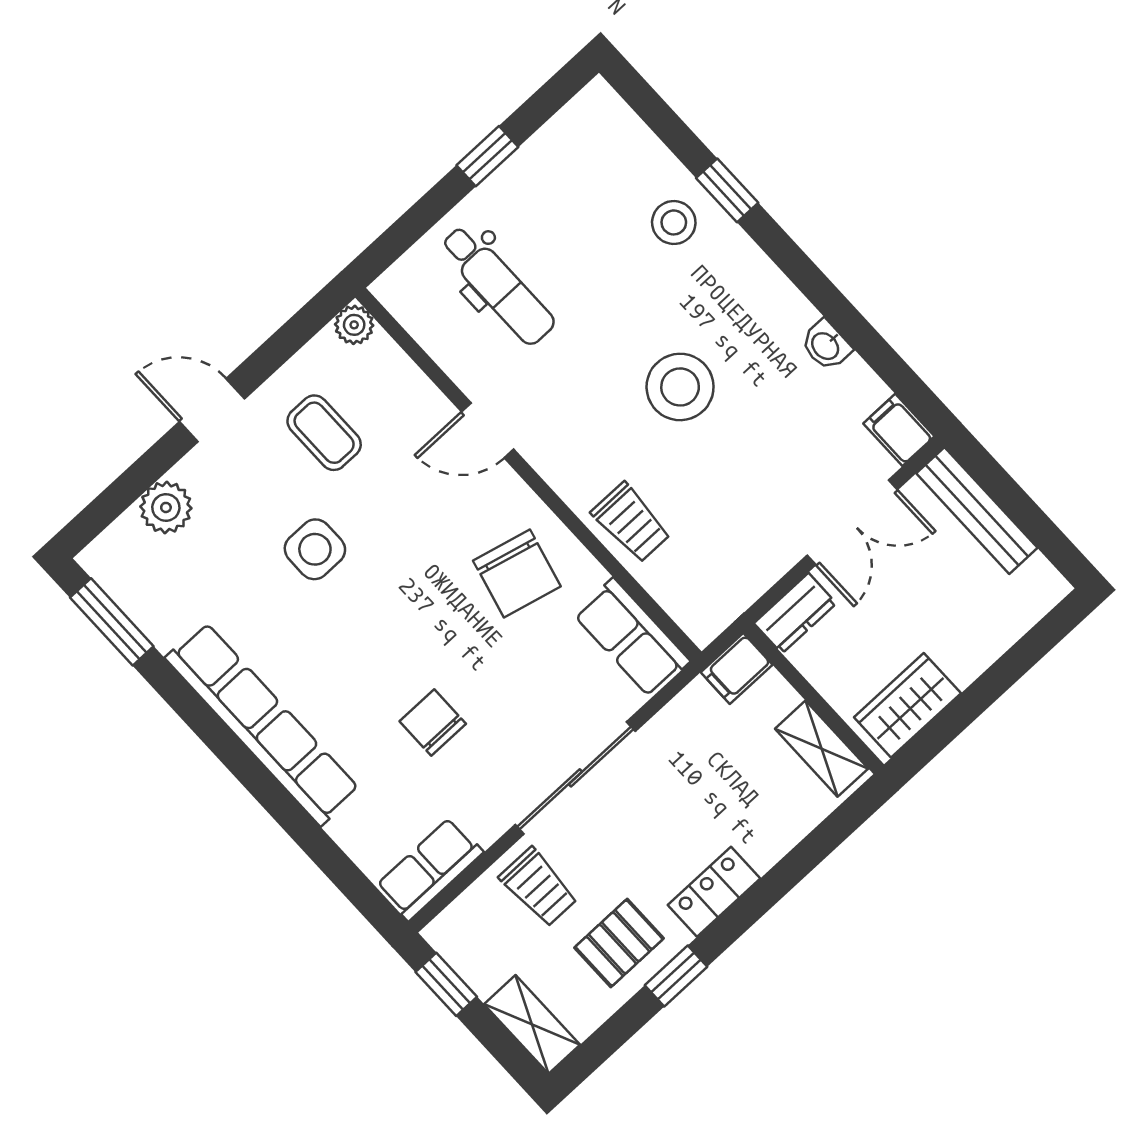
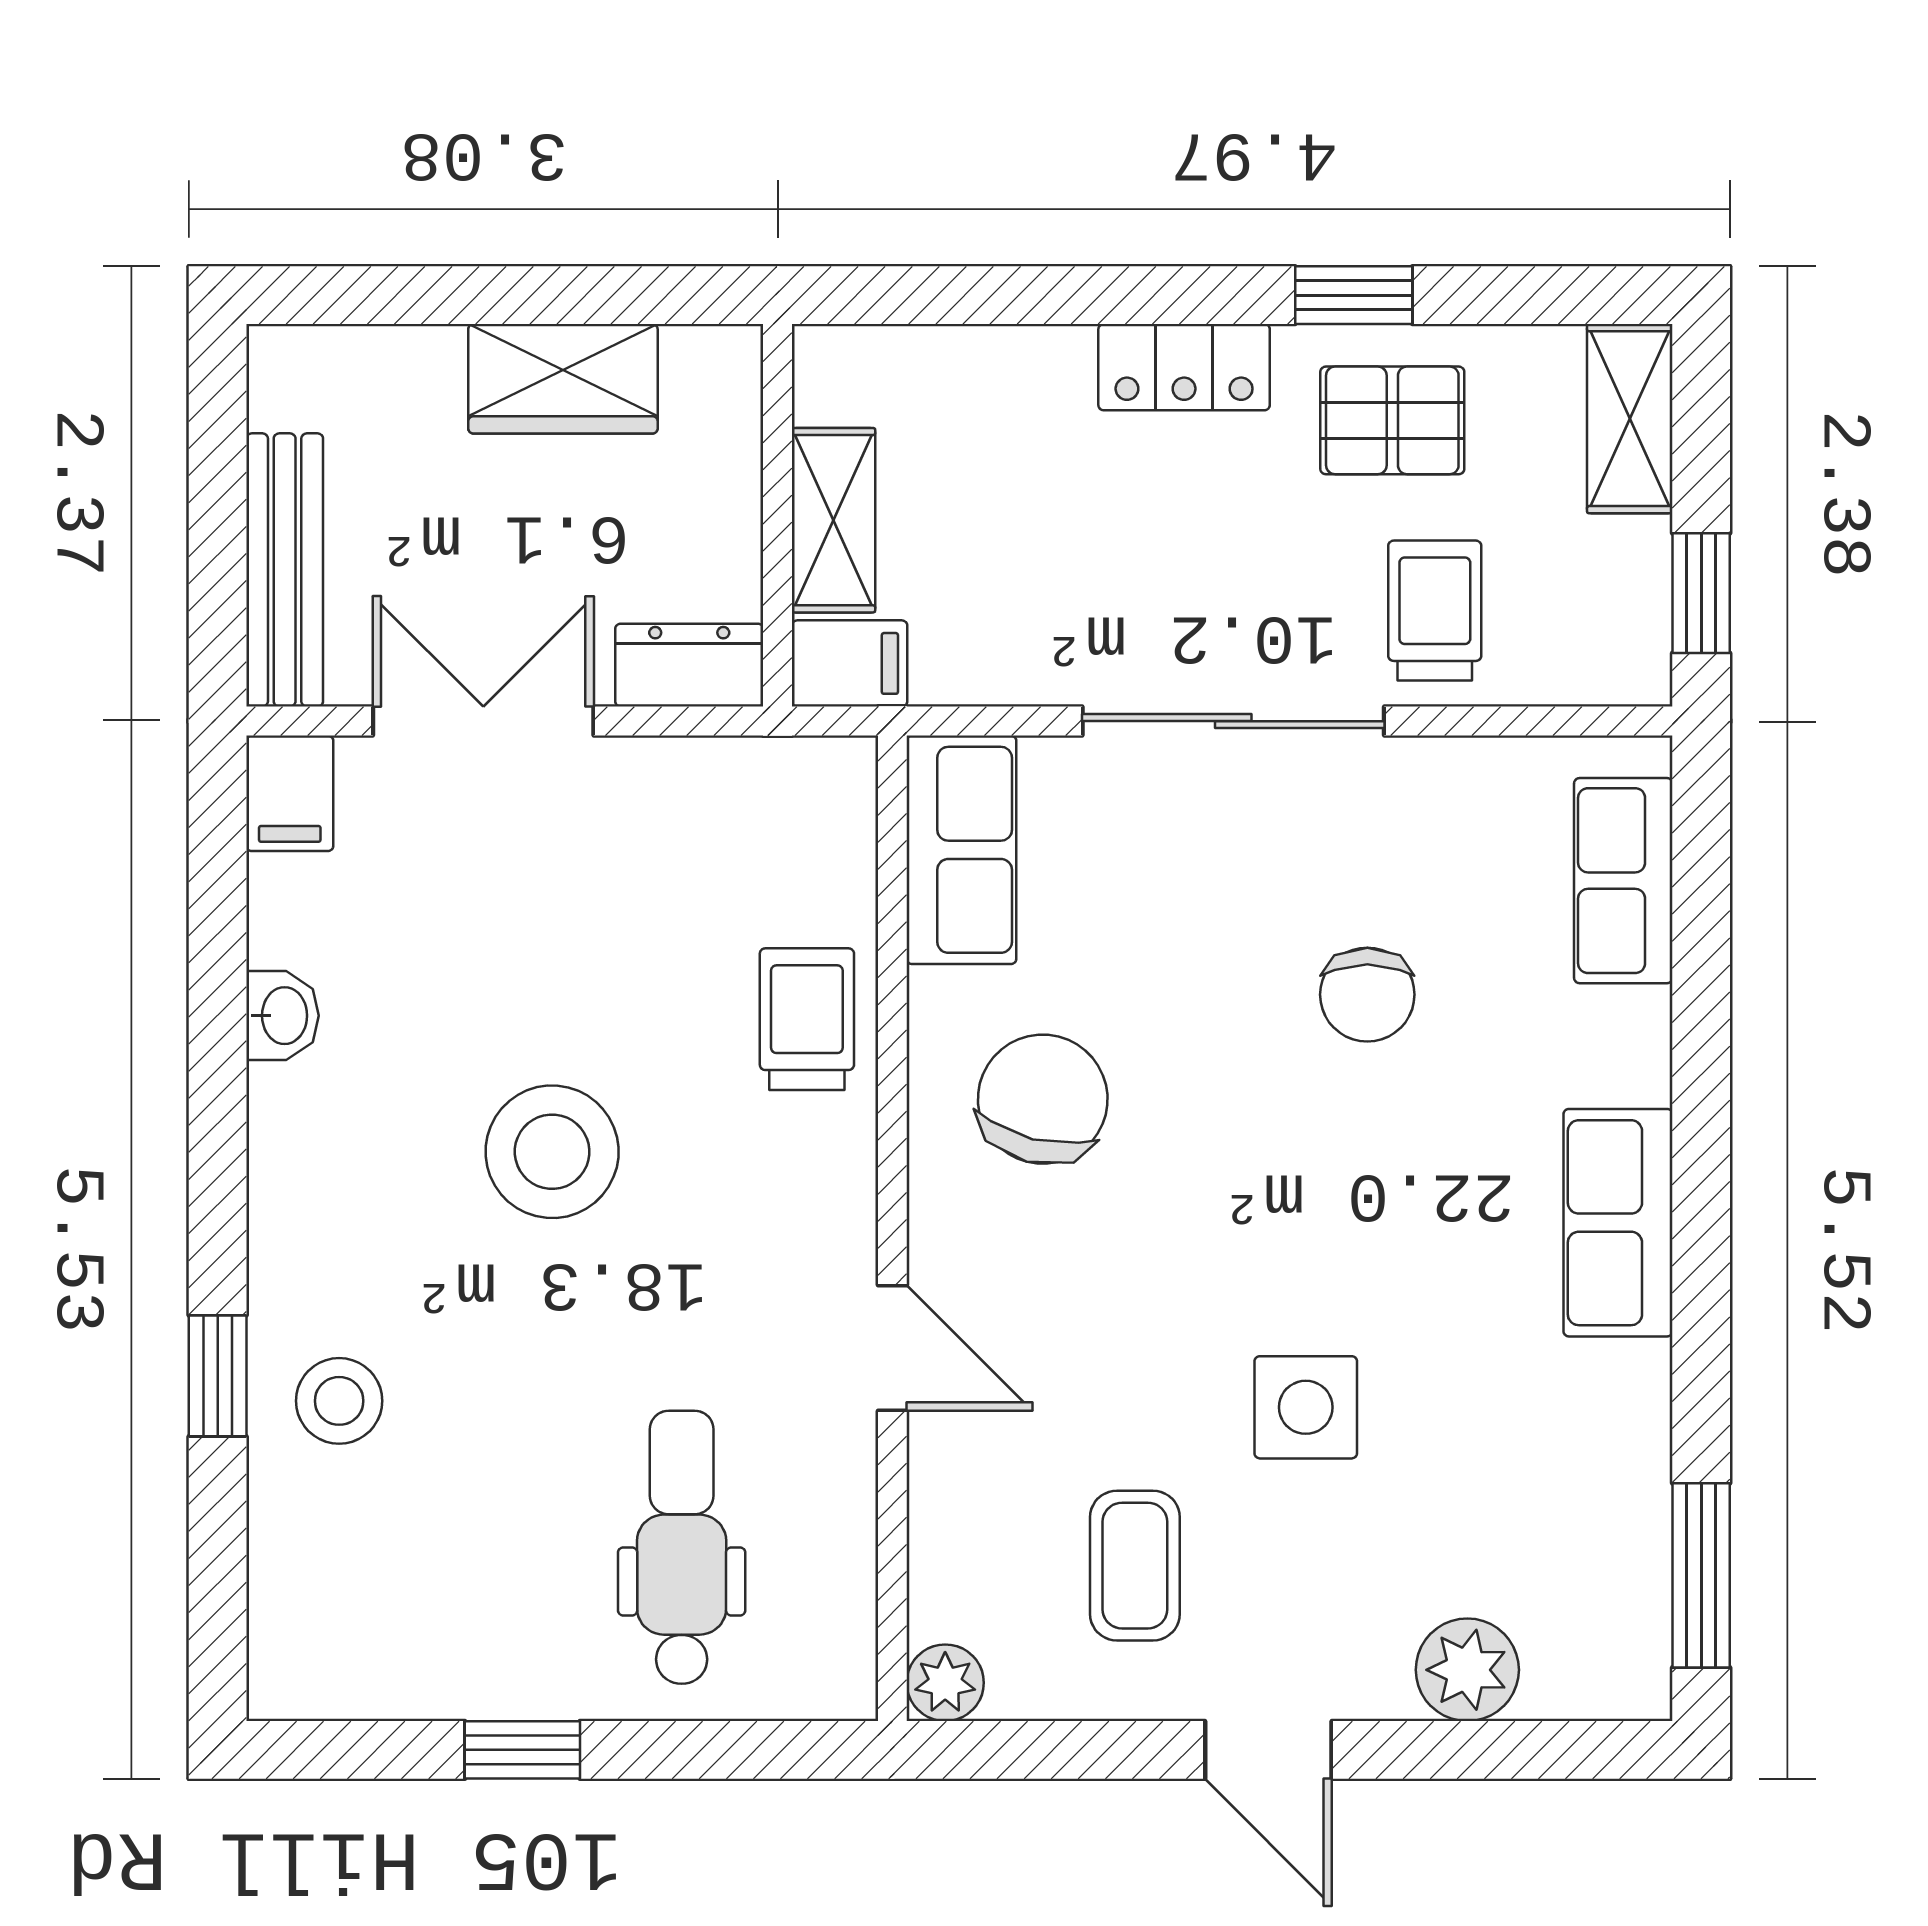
wardrobe: (907, 705) -> (563, 379), moved
row of seats: (263, 724) -> (1618, 1223), width x0.50
shelving: (822, 749) -> (833, 520), moved
row of seats: (430, 869) -> (1623, 881), moved, turned 90

